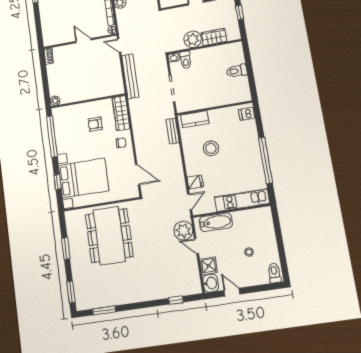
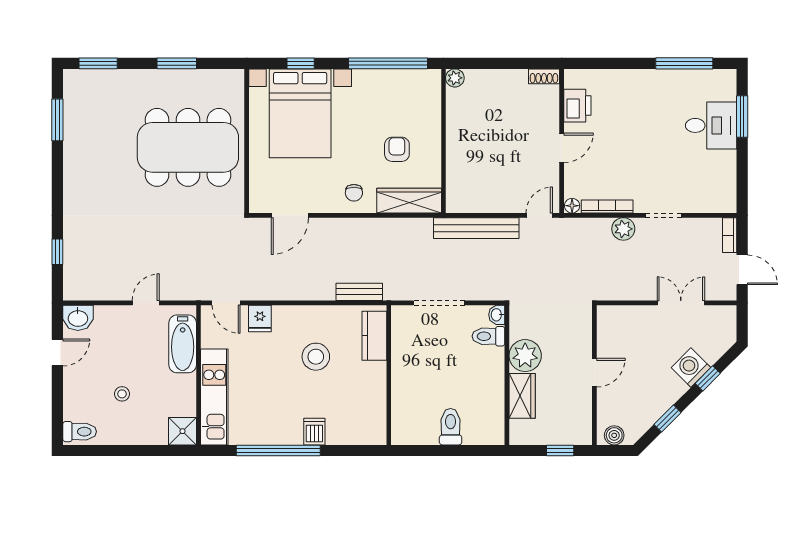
printer: (61, 37) -> (577, 106), added
dishwasher: (247, 114) -> (314, 432), moved
plant: (183, 231) -> (177, 284), removed
shower: (209, 266) -> (182, 431), moved

